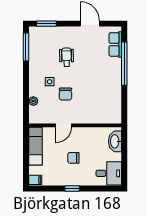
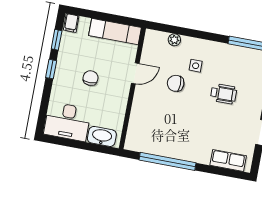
window: (124, 64) -> (168, 161), moved
door: (64, 125) -> (135, 73), swing flipped
desk: (109, 173) -> (67, 122), width x1.37
window: (50, 188) -> (57, 40), added

